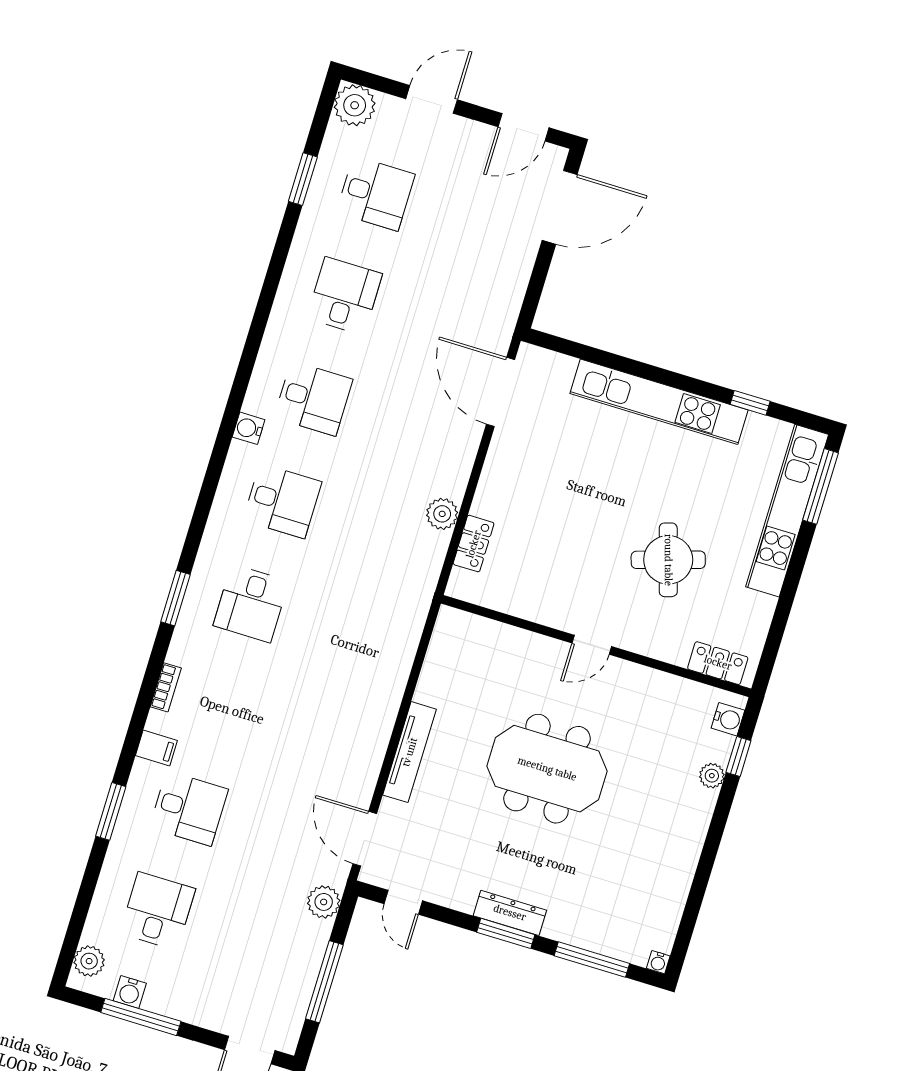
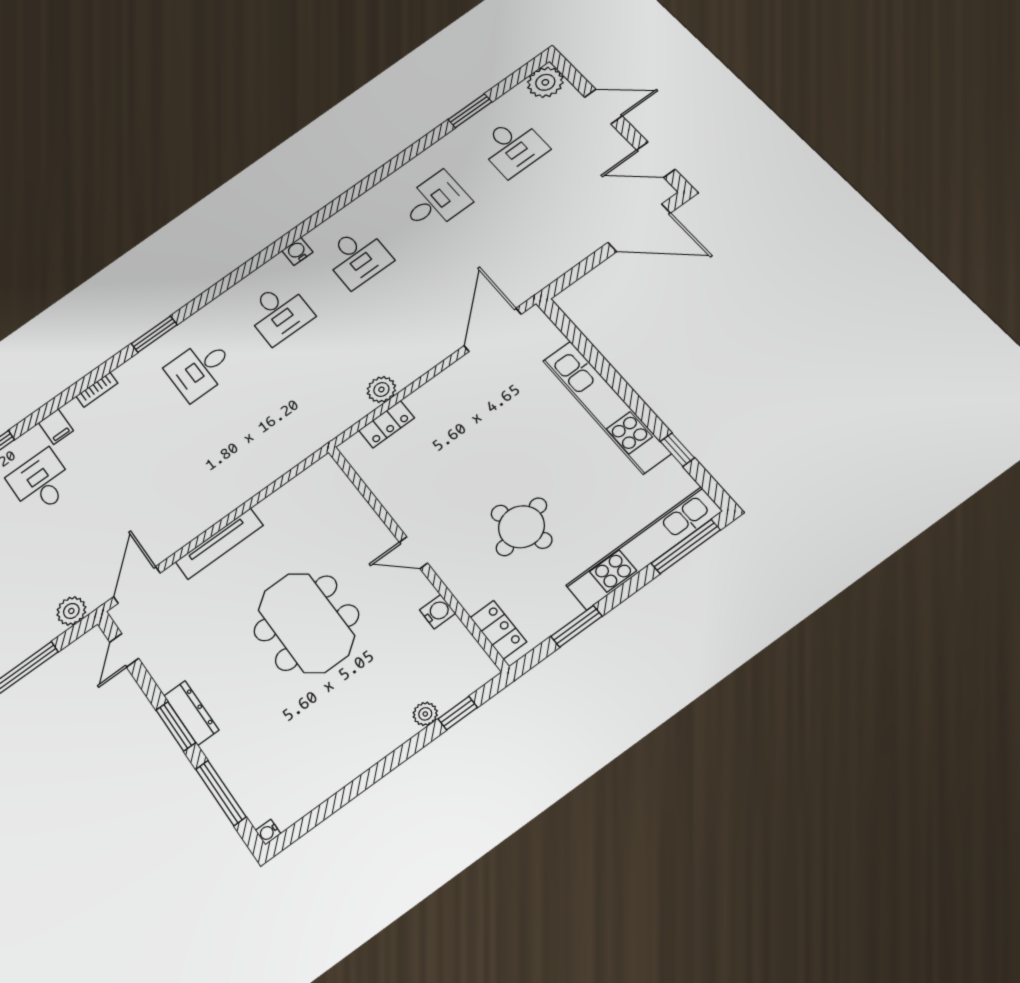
window: (781, 616) -> (577, 626), added
water cooler: (728, 719) -> (437, 612), moved, turned -90
desk: (189, 808) -> (41, 482), turned 180

